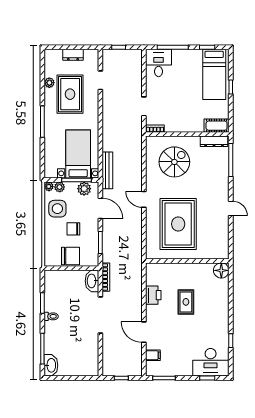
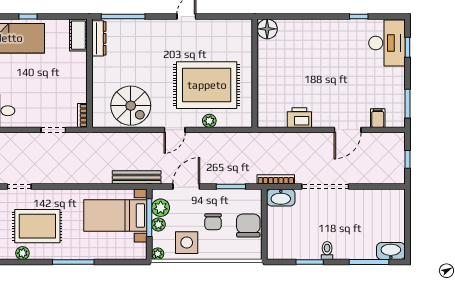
spiral stairs: (174, 162) -> (131, 106), moved, turned 180
plant: (60, 187) -> (158, 224), moved
plant: (151, 226) -> (209, 121), added
rug: (186, 302) -> (308, 75), removed

